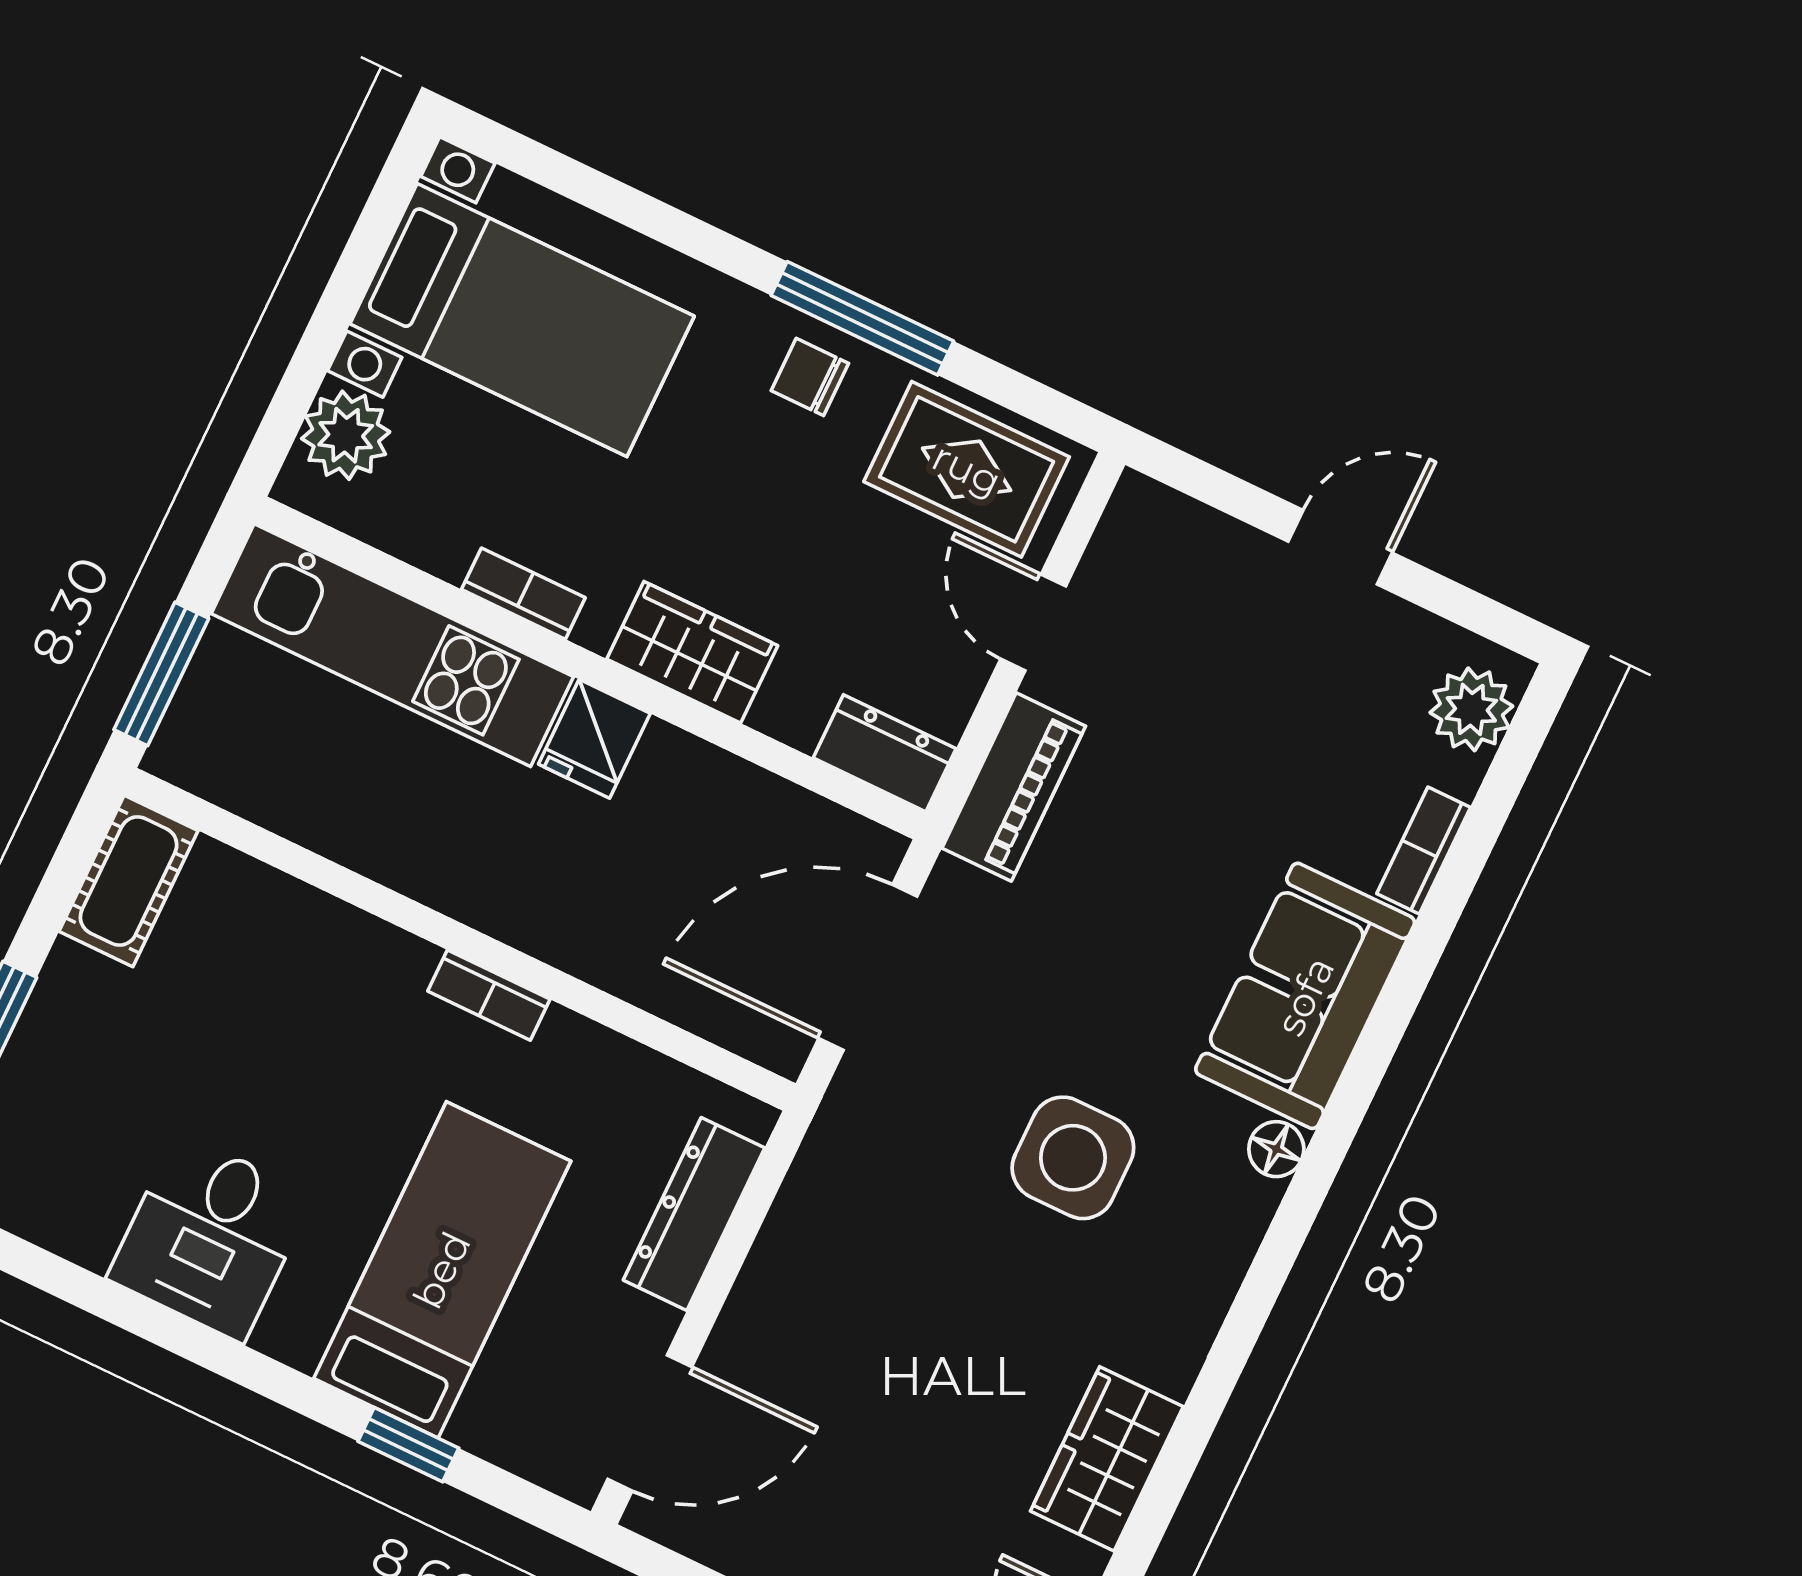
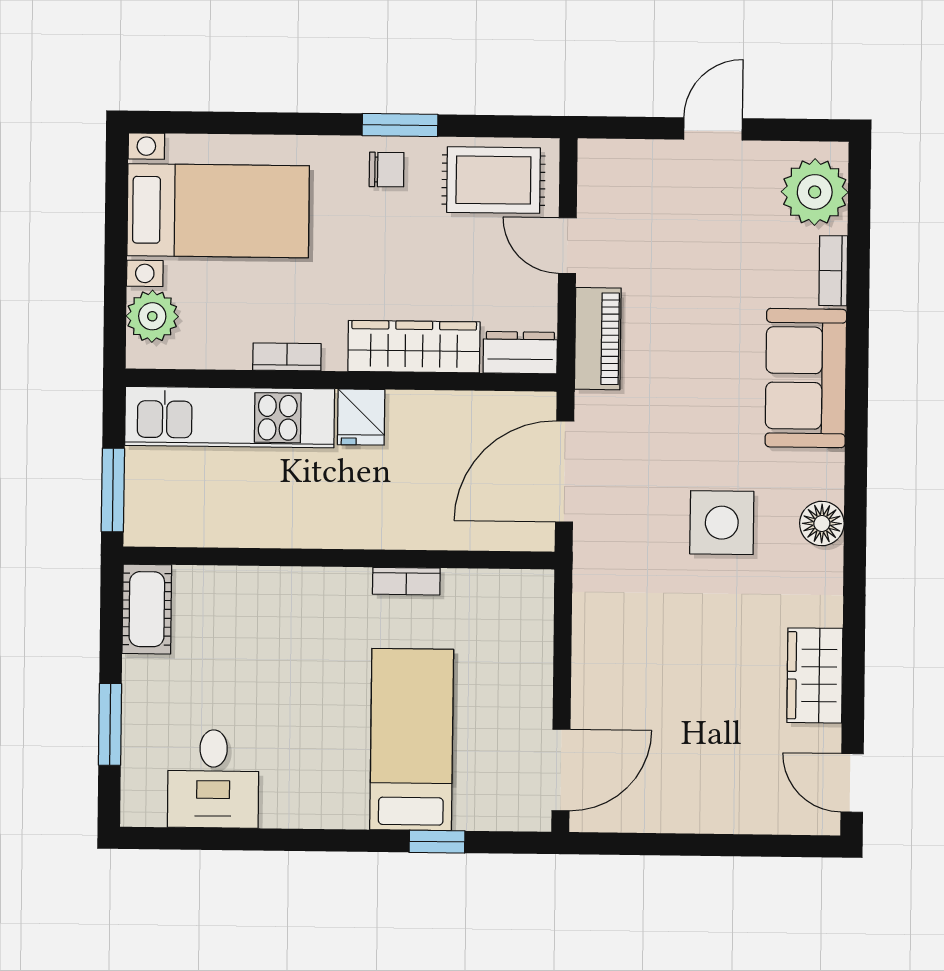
window: (862, 318) -> (400, 125), width x0.69
chair: (810, 377) -> (387, 170), turned 180
wardrobe: (692, 652) -> (414, 347), width x1.50
plant: (1471, 709) -> (815, 192), width x1.36, depth x1.36
bookcase: (489, 995) -> (406, 581), moved
floor lamp: (1276, 1149) -> (822, 523), moved, width x1.37, depth x1.37
dresser: (694, 1214) -> (533, 647), removed
desk: (210, 1237) -> (213, 779), moved

